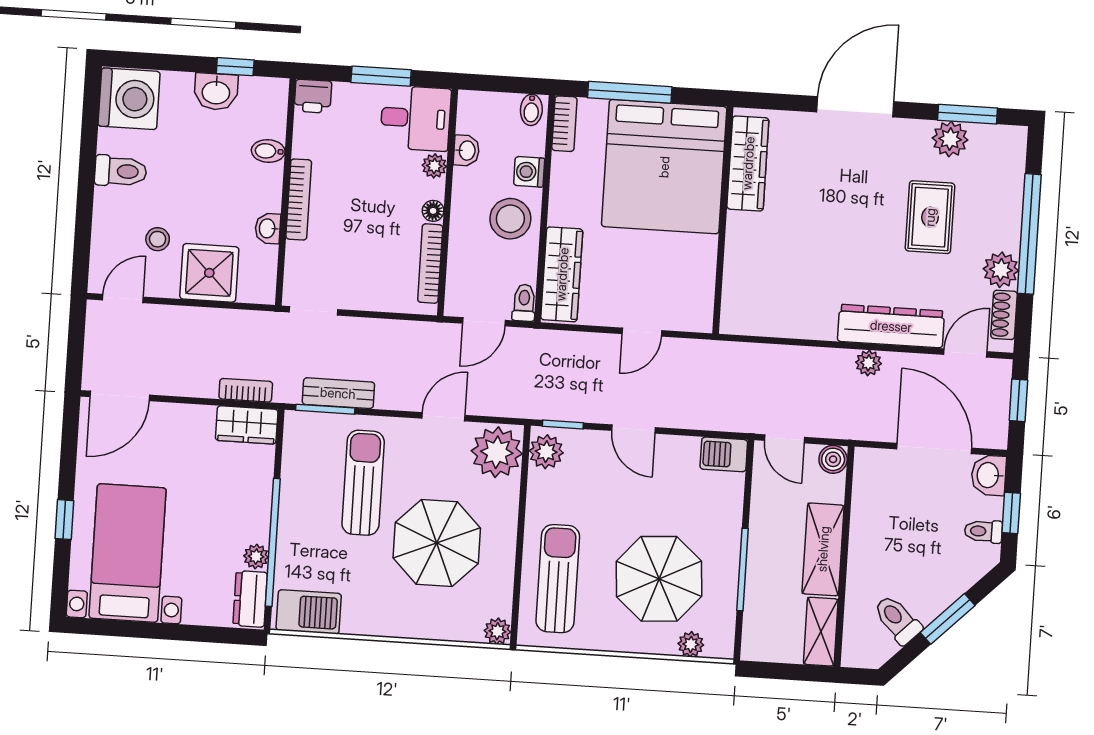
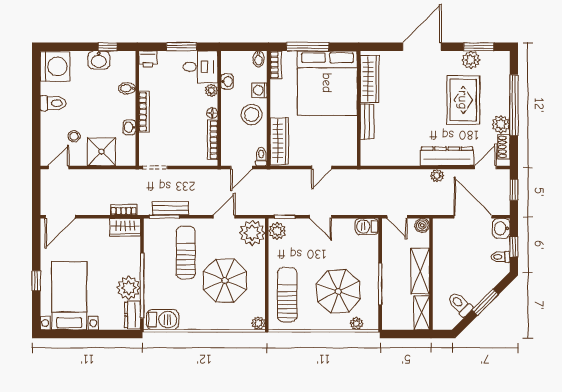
rug: (930, 217) -> (463, 100), width x1.36, depth x1.43
bench: (738, 248) -> (367, 122), added
plant: (256, 556) -> (129, 288), width x1.87, depth x1.87

